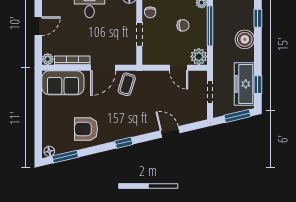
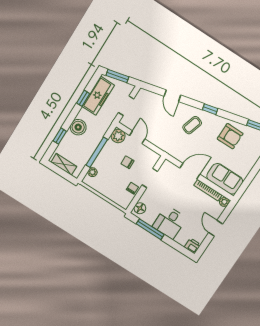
chair: (183, 25) -> (127, 162), moved
door: (38, 26) -> (216, 228), hinge flipped
coffee table: (127, 84) -> (192, 125), moved
window: (258, 85) -> (83, 98), moved

